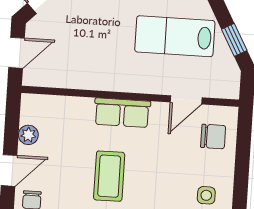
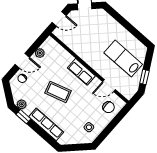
coffee table: (109, 176) -> (58, 92), turned 73

